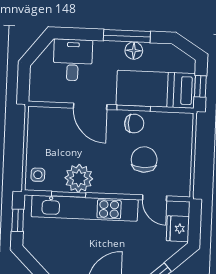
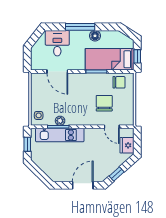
window: (127, 36) -> (80, 27), moved
door: (90, 106) -> (57, 72), moved
chair: (134, 123) -> (119, 82), moved
plant: (79, 178) -> (60, 121), width x0.53, depth x0.53
kitchen unit: (85, 208) -> (60, 135), width x0.73

